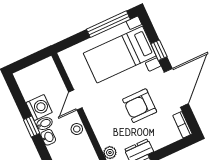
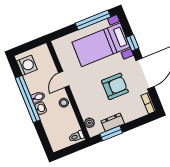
armchair: (140, 106) -> (115, 86), turned 180
washing machine: (39, 108) -> (27, 65), moved
window: (32, 127) -> (28, 99), width x3.17

